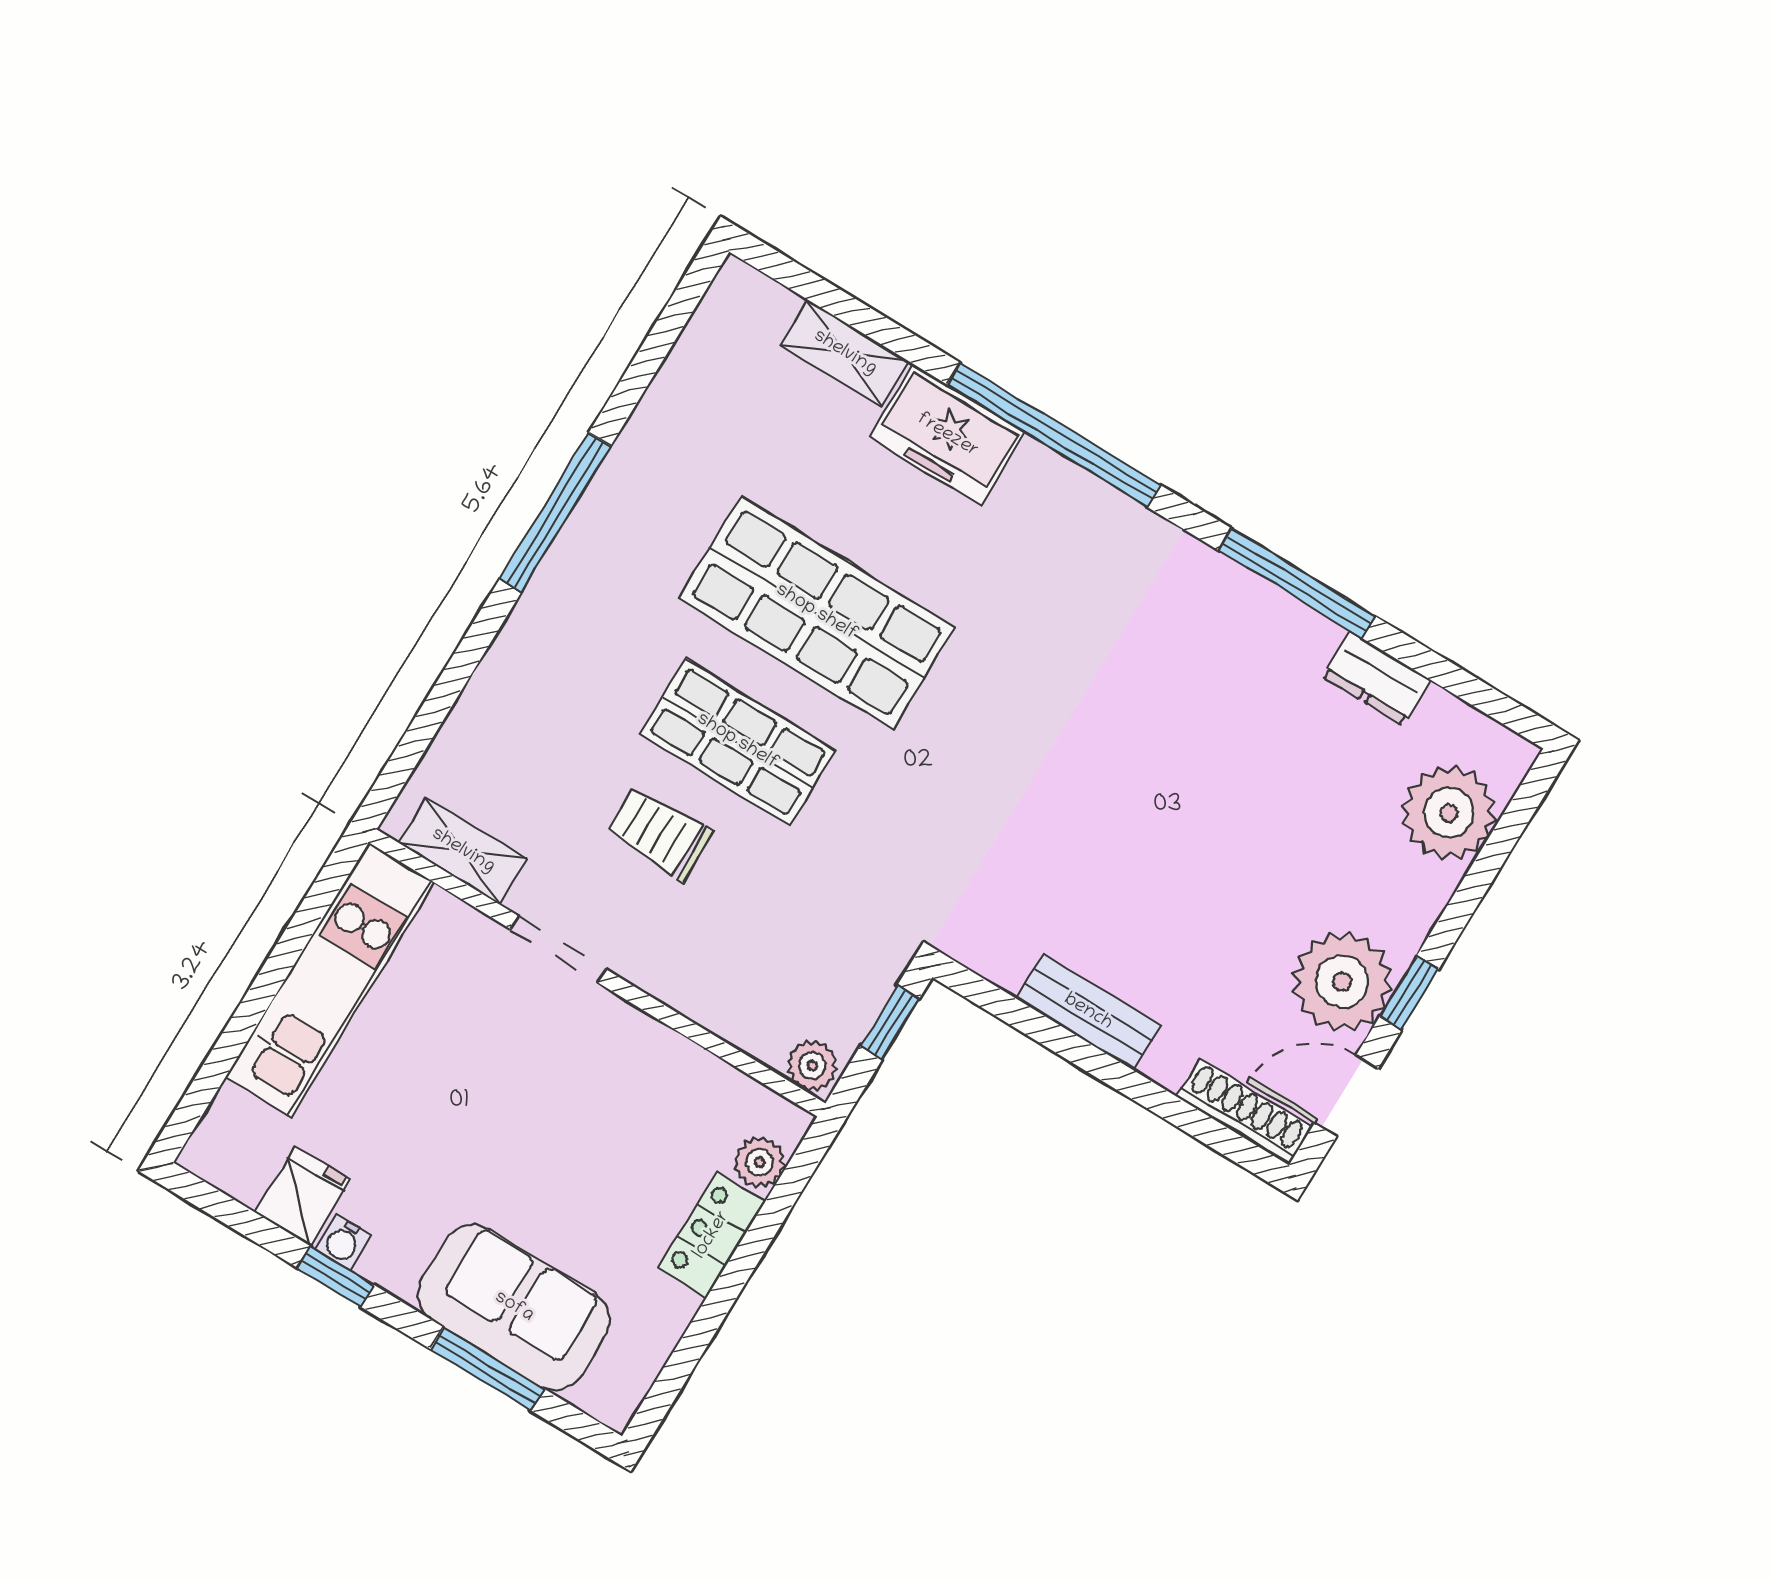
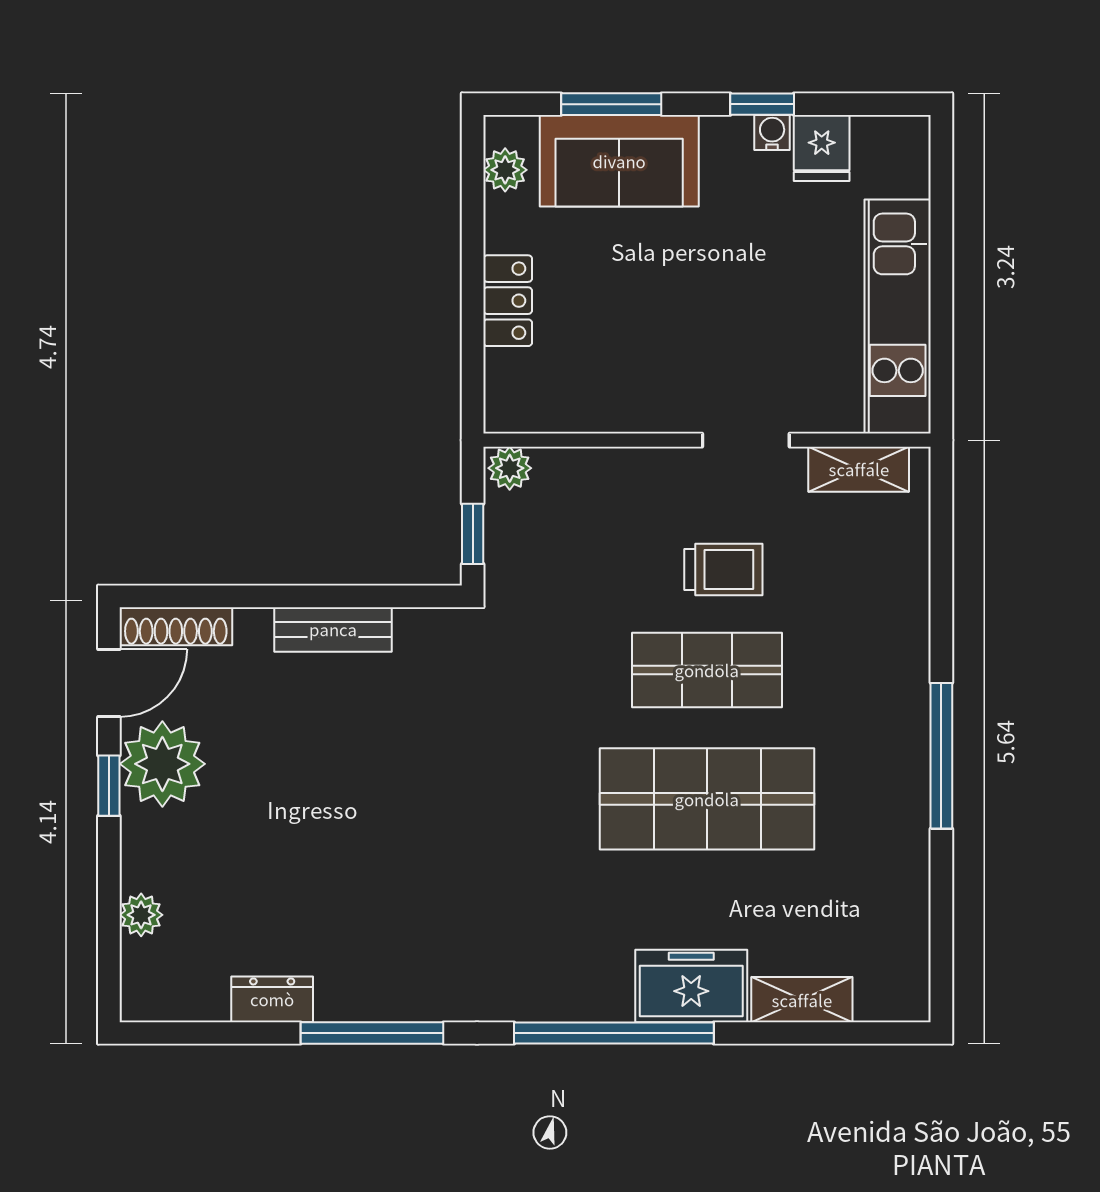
plant: (1449, 813) -> (141, 915), width x0.53, depth x0.53
plant: (760, 1162) -> (505, 170), moved

